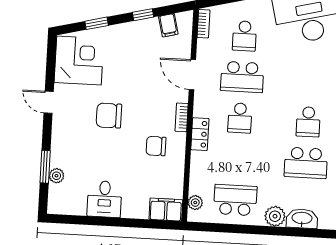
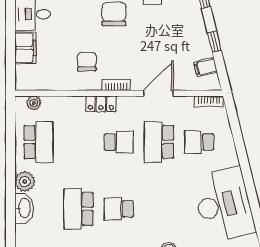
school desk: (240, 118) -> (119, 142), turned 180
filing cabinet: (166, 210) -> (25, 48), moved

